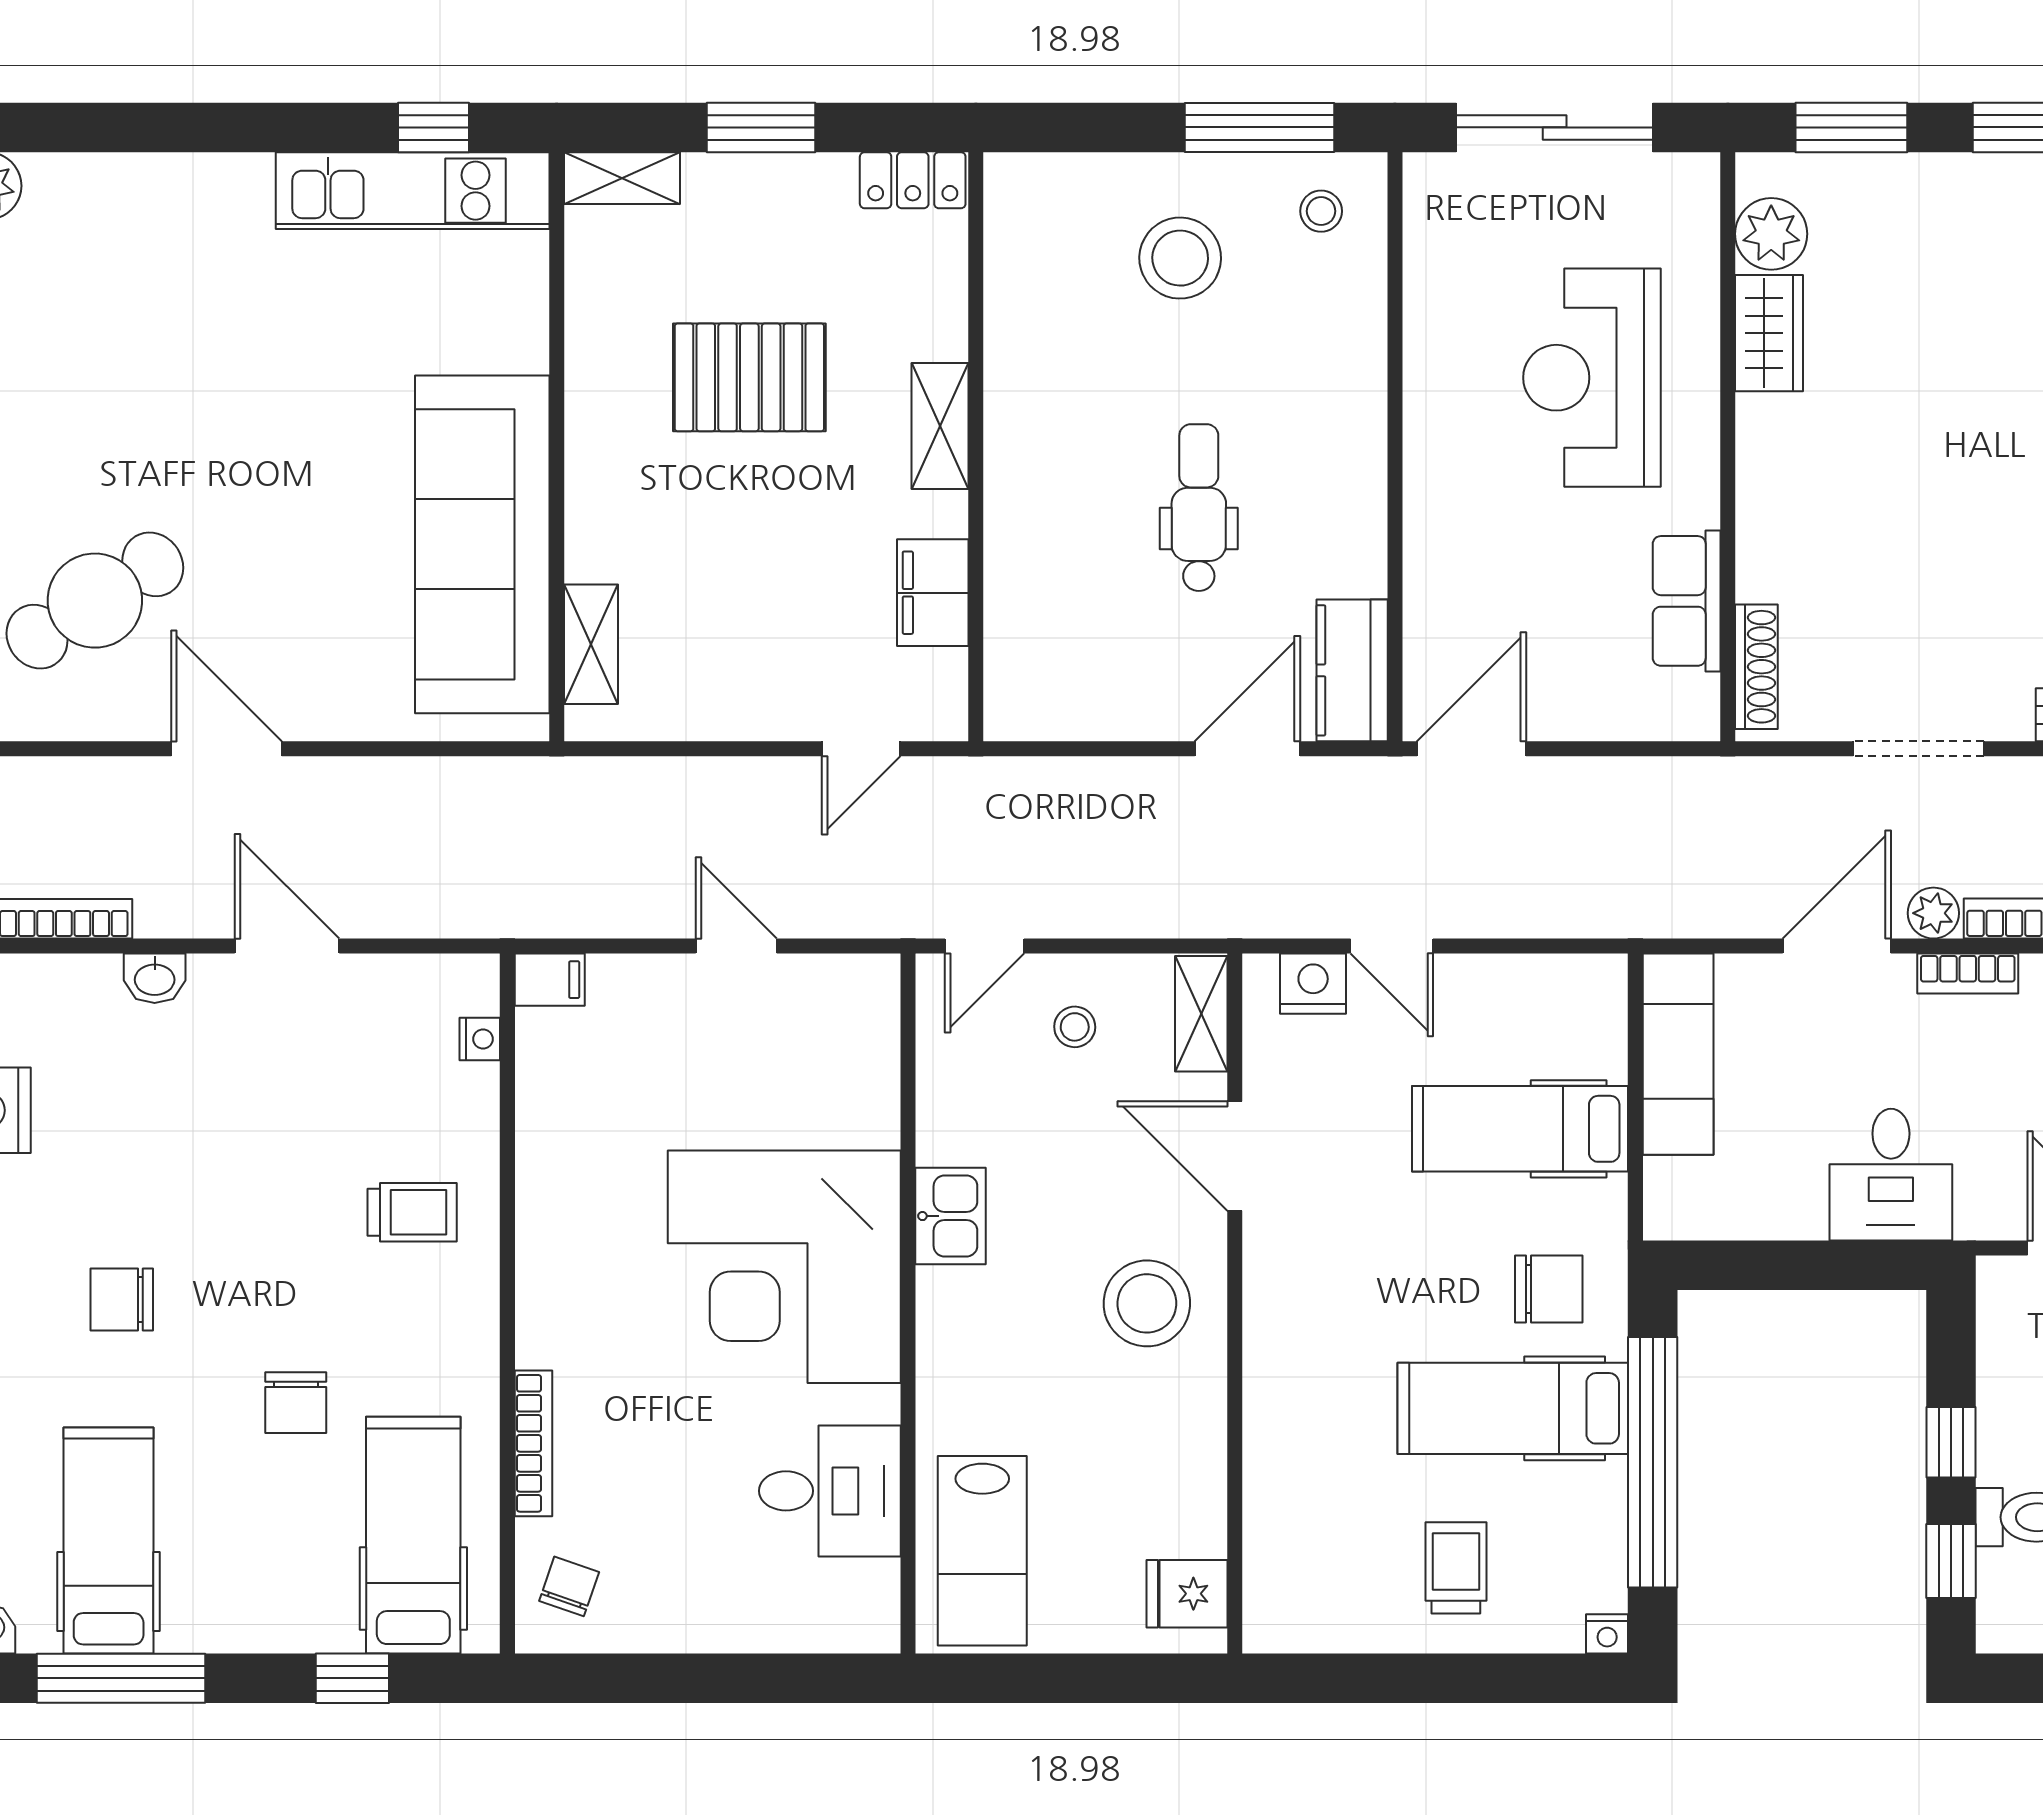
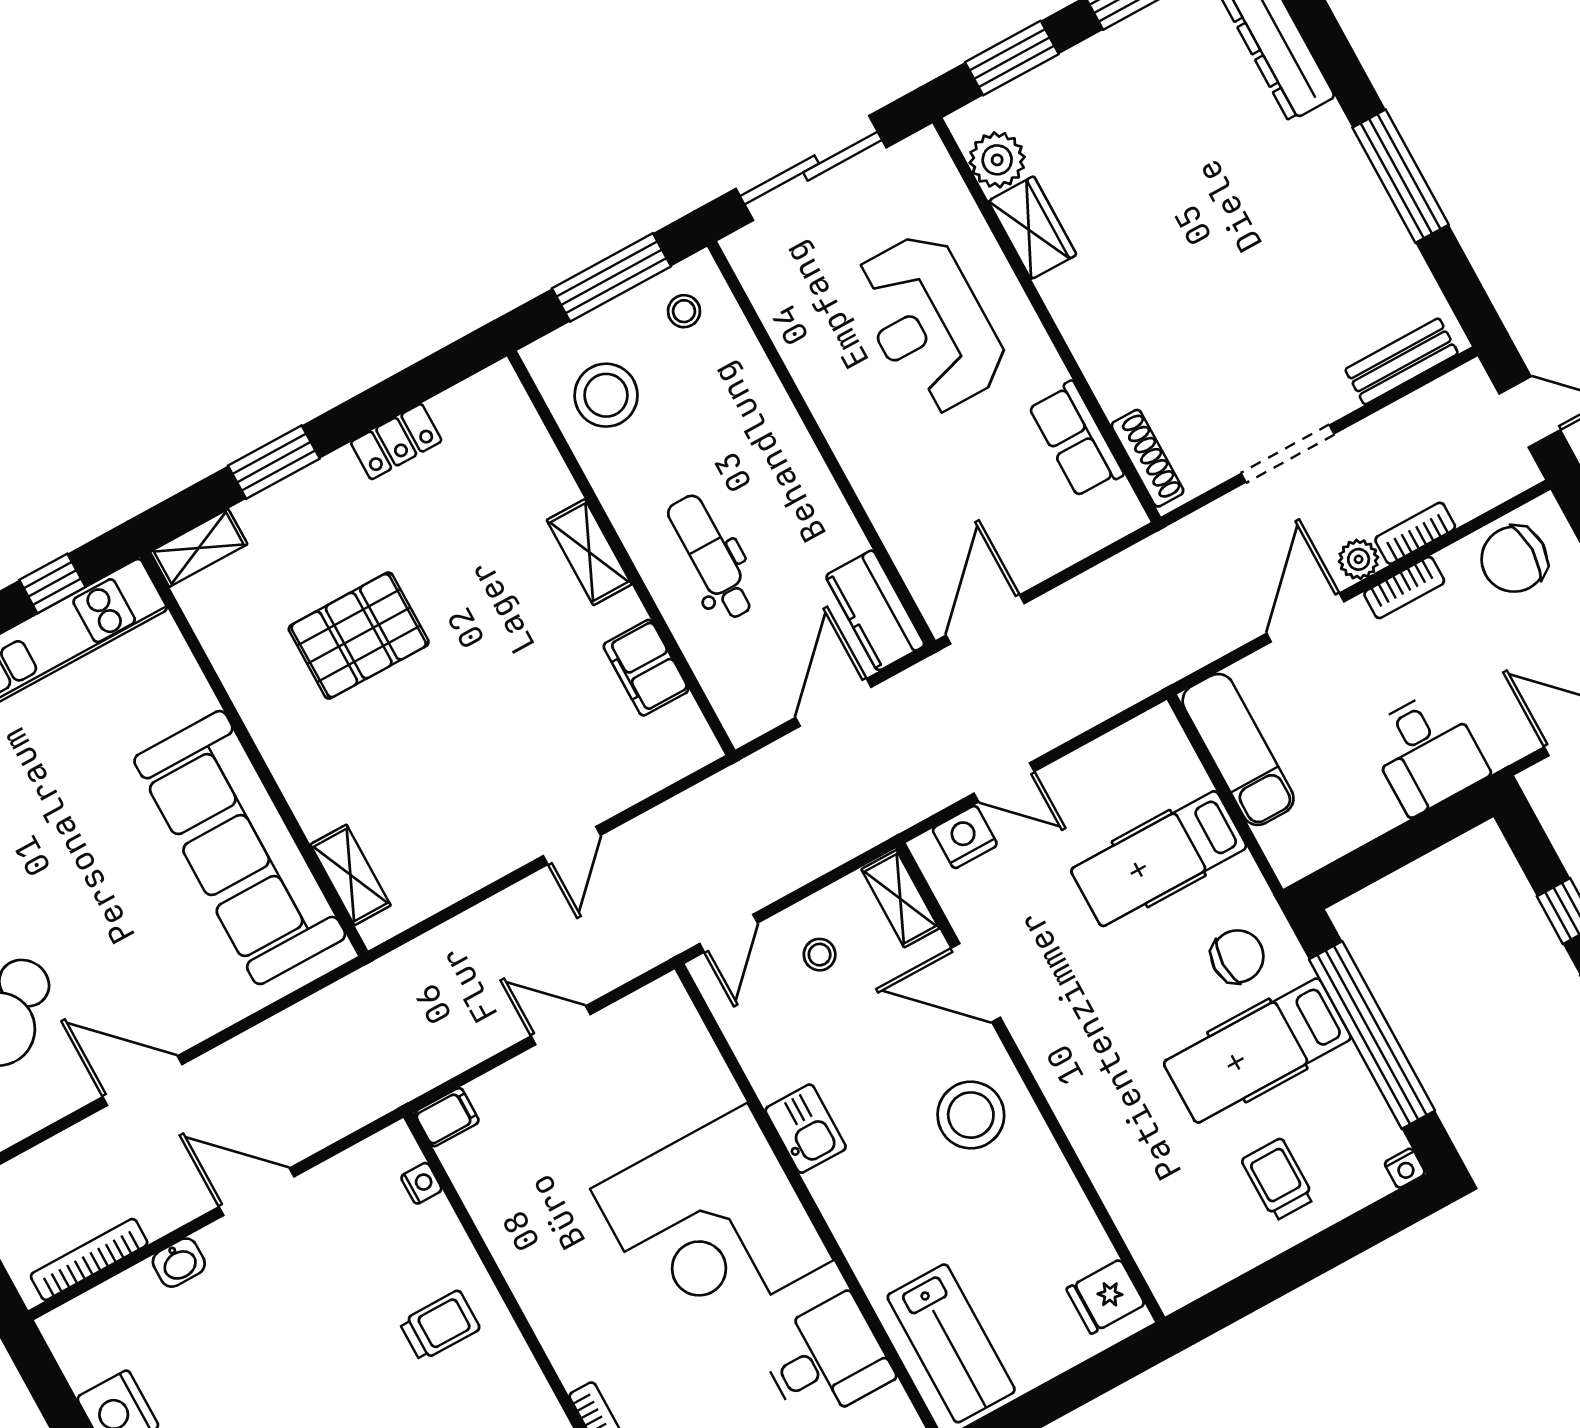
shelving: (940, 426) -> (589, 552), moved
wall: (976, 447) -> (621, 553), moved
filing cabinet: (933, 593) -> (646, 668), moved

